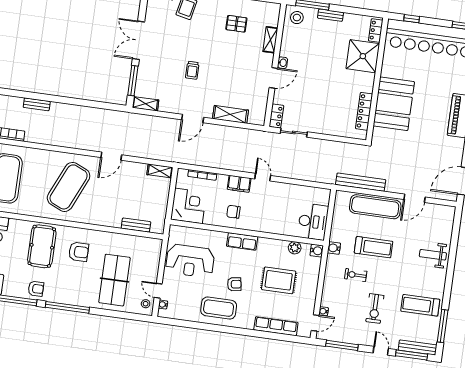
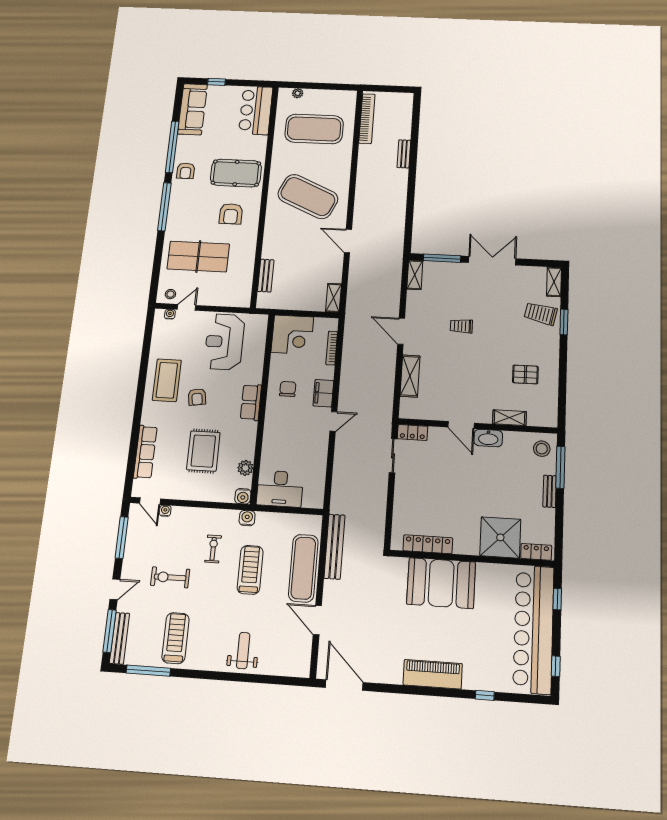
pallet: (236, 24) -> (525, 374), turned 90
washbasin: (283, 63) -> (488, 438), width x1.91, depth x1.45
treadmill: (374, 247) -> (250, 570), turned 180

